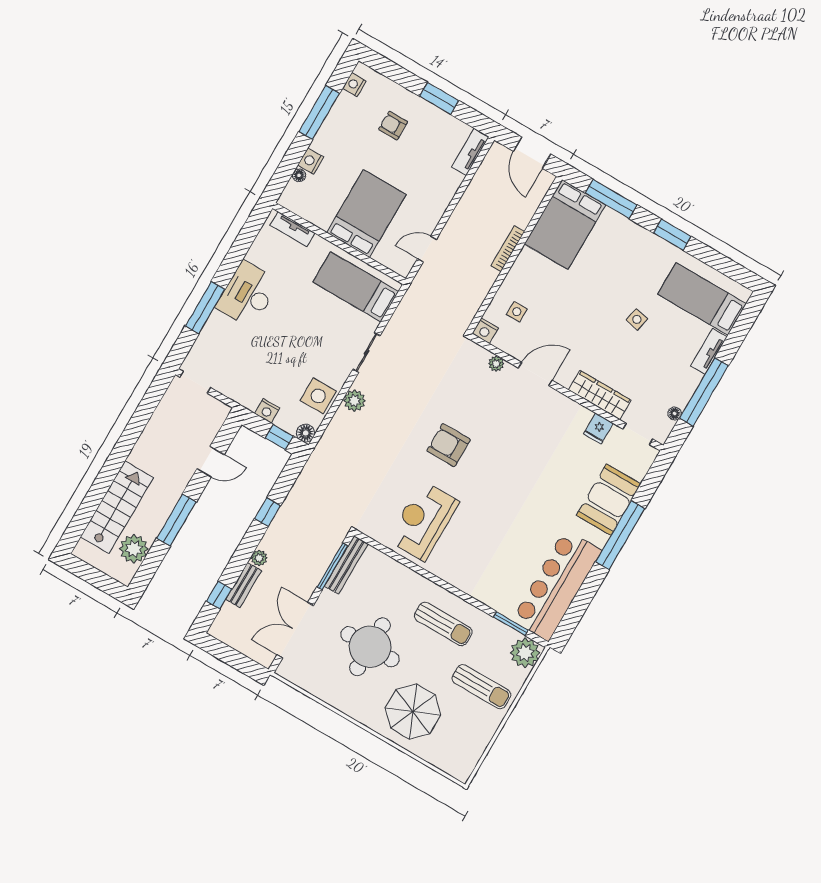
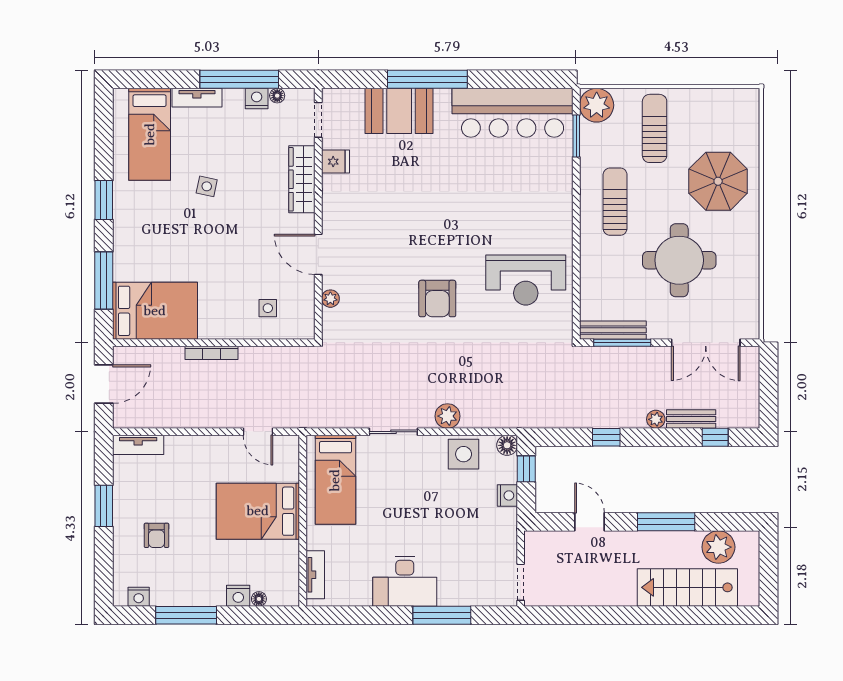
nightstand: (485, 331) -> (257, 99), moved, turned -90

